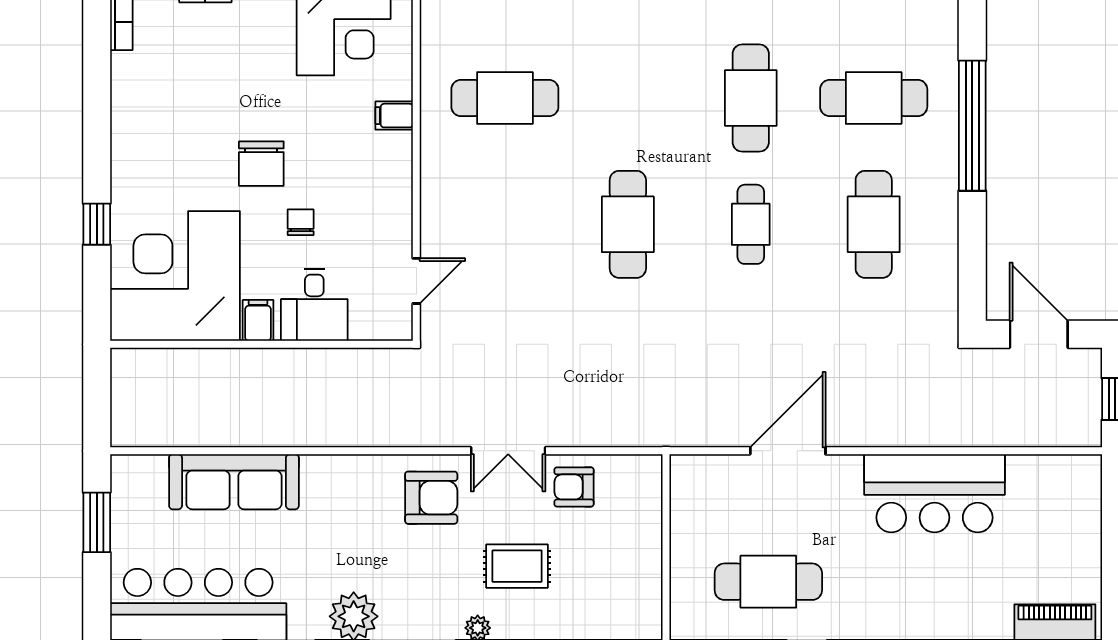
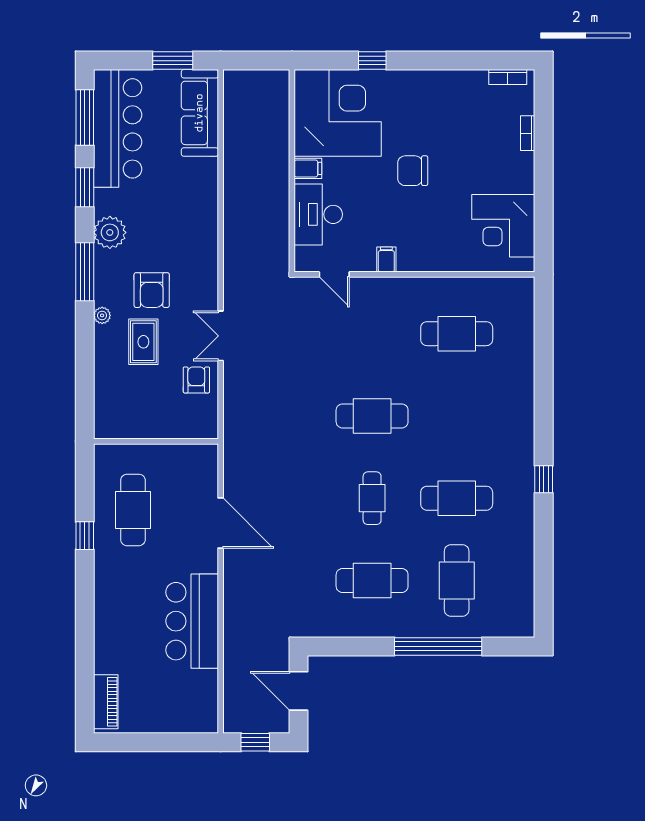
cafe table: (505, 98) -> (457, 334), turned 90
filing cabinet: (394, 116) -> (386, 260), moved
chair: (301, 222) -> (374, 197), removed
cafe table: (751, 224) -> (372, 498), turned 90
desk: (314, 305) -> (318, 214), width x1.37
door: (1039, 334) -> (299, 691), swing flipped
sofa: (234, 482) -> (200, 113), moved
armchair: (431, 498) -> (152, 290), moved

